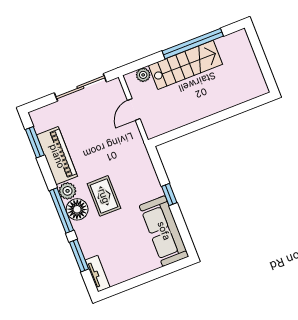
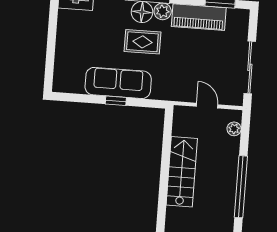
stairs: (186, 65) -> (182, 172), moved, turned 180
sofa: (164, 231) -> (118, 83), moved

